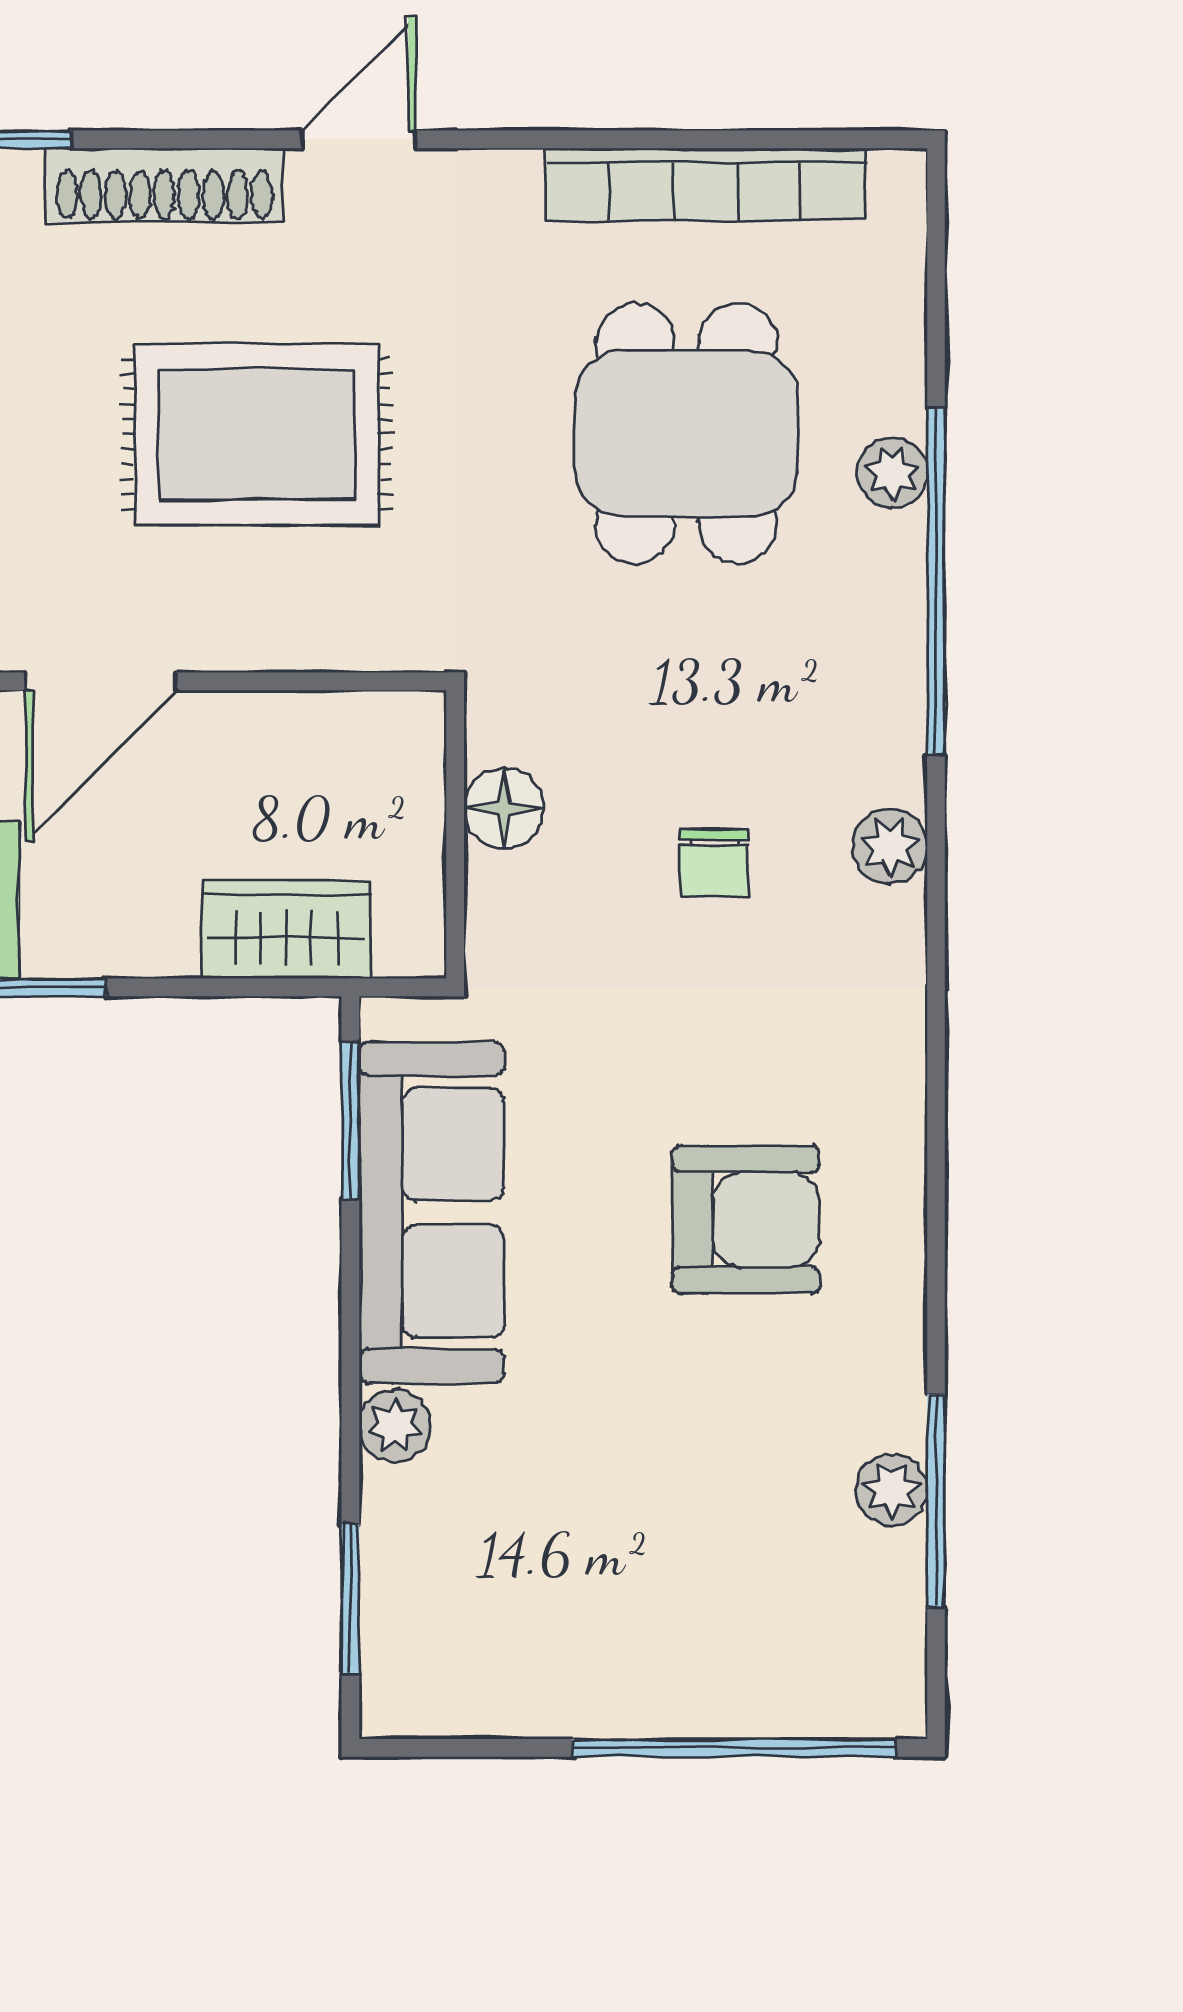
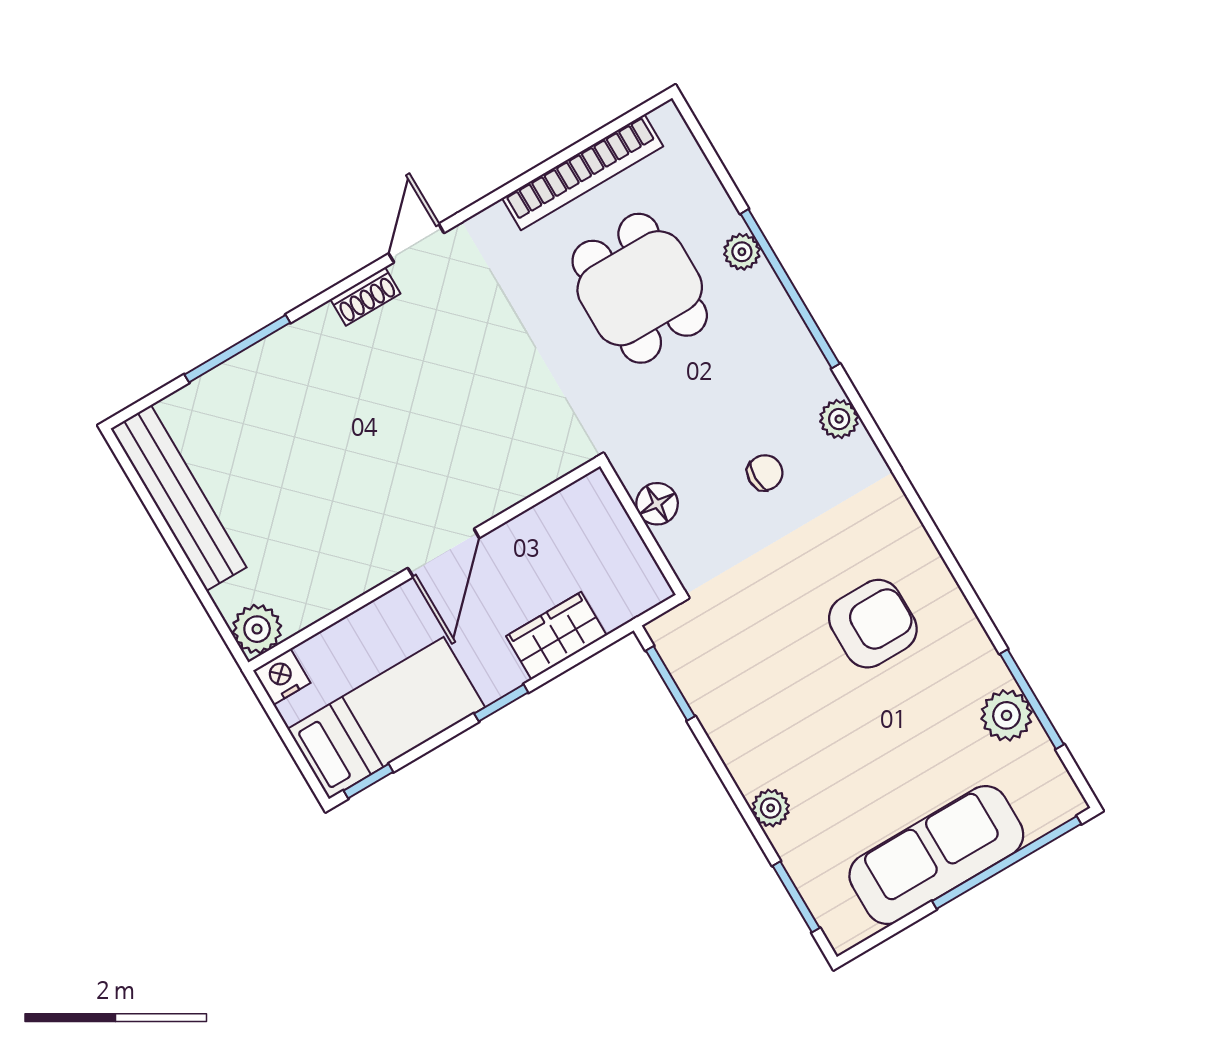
shoe rack: (164, 185) -> (365, 296), width x0.51, depth x0.81
rug: (257, 434) -> (448, 402), removed
chair: (714, 863) -> (765, 473), turned -90
wardrobe: (286, 930) -> (556, 636), moved
sofa: (432, 1212) -> (936, 855), moved, turned -90
plant: (891, 1490) -> (1006, 715), width x1.38, depth x1.38

